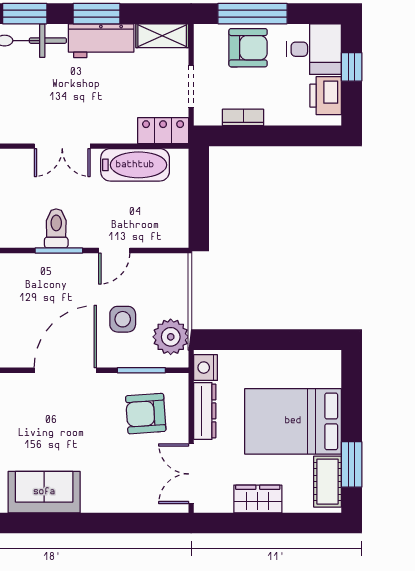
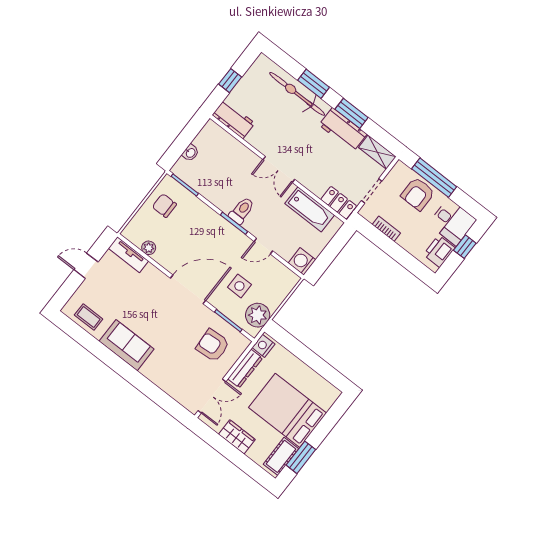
armchair: (248, 48) -> (418, 194), turned 90
washing machine: (174, 233) -> (302, 261), added
double door: (191, 474) -> (212, 396), swing flipped

